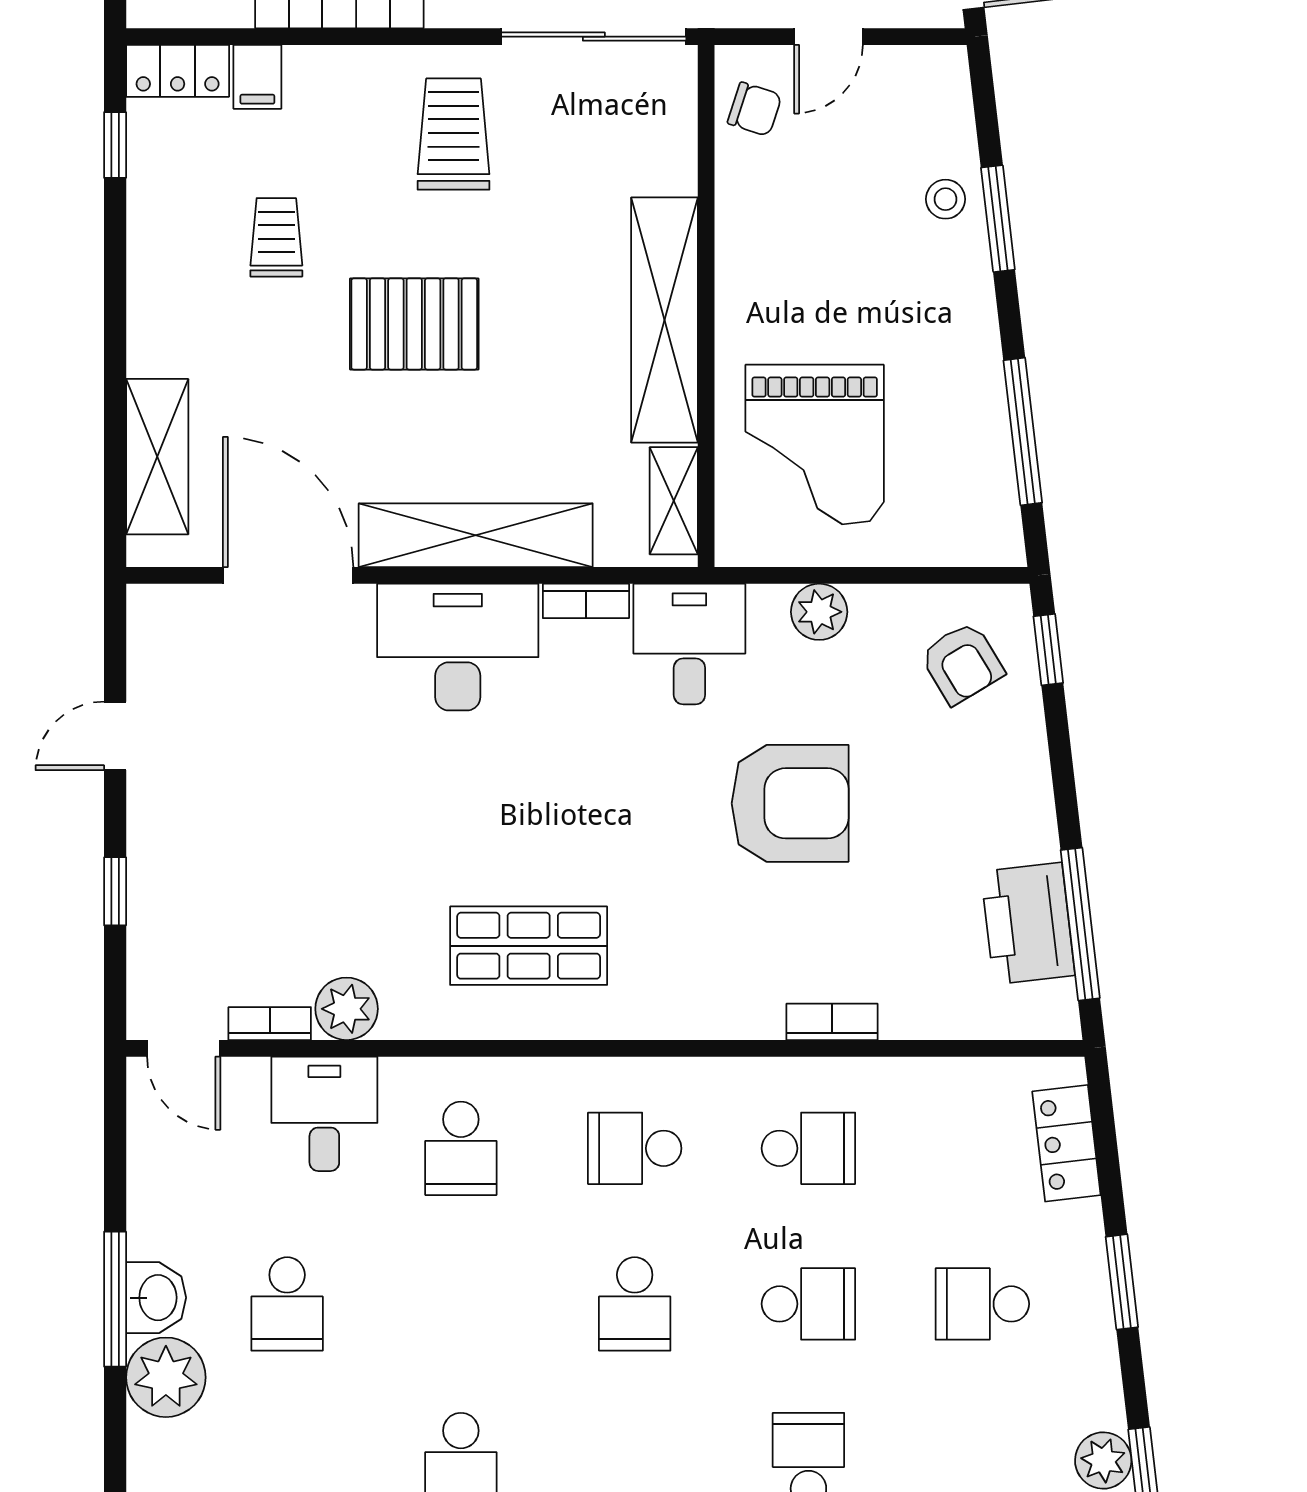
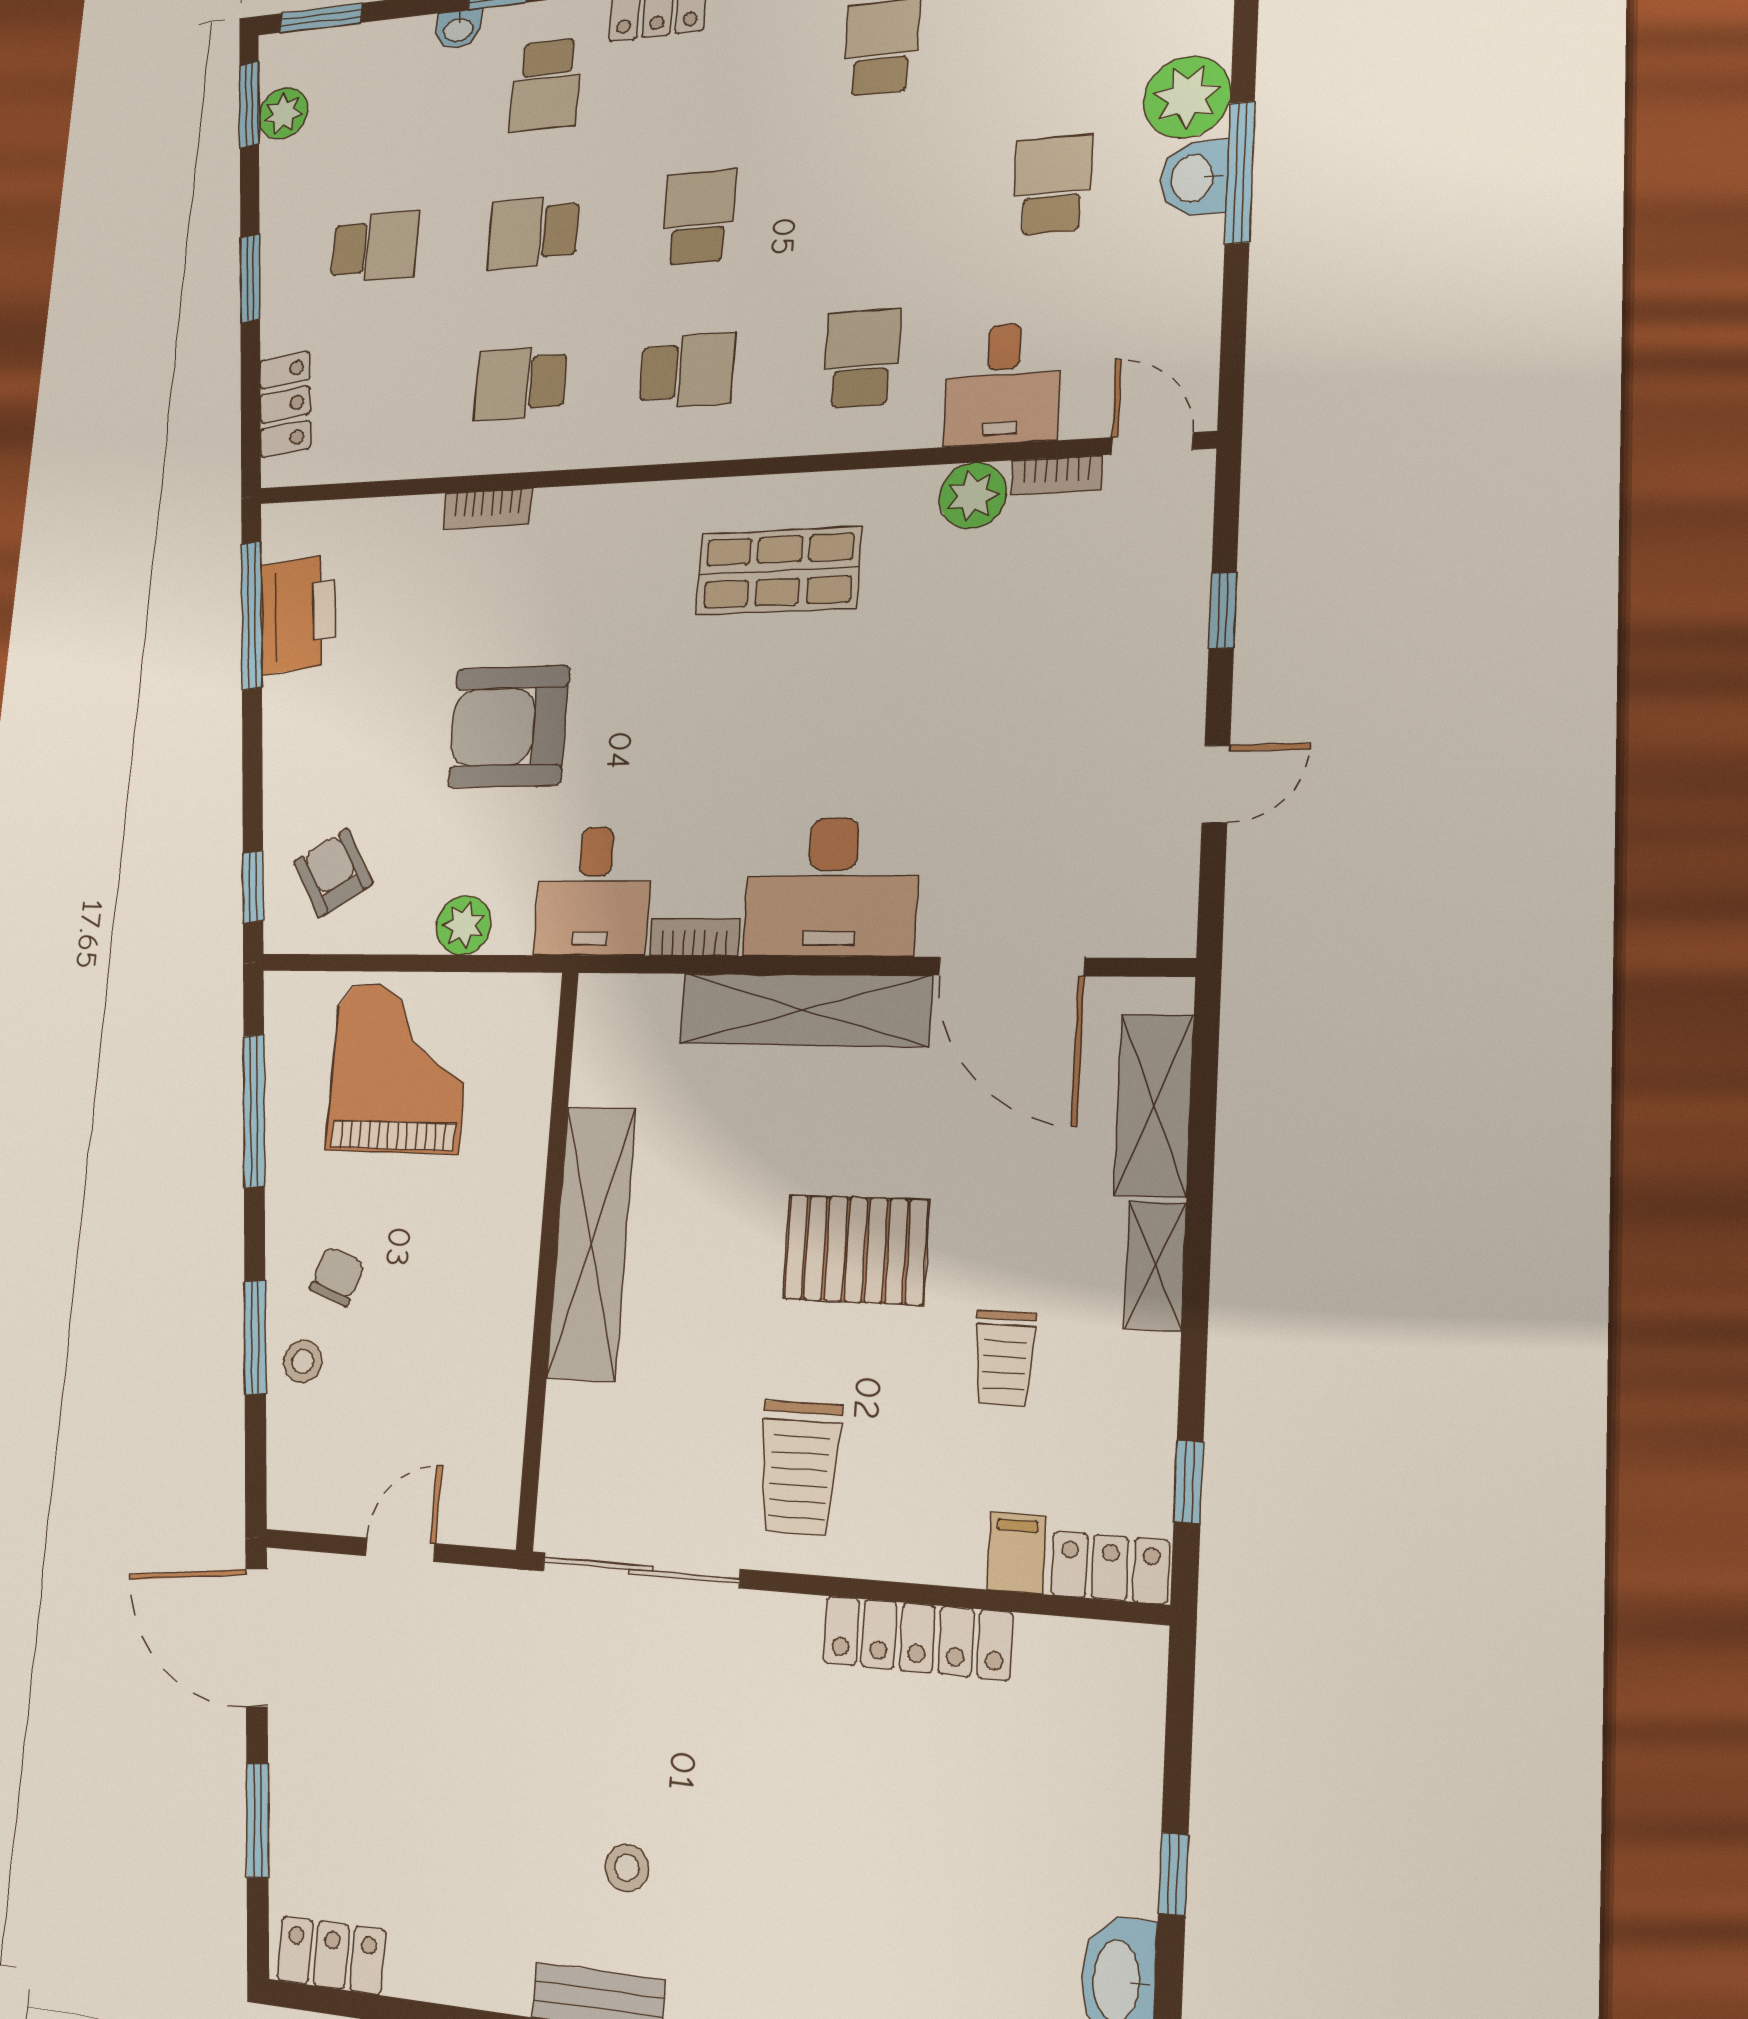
chair: (755, 109) -> (337, 1276), moved, turned 92
grand piano: (815, 445) -> (399, 1068), moved
shelving: (674, 501) -> (1155, 1266), moved

